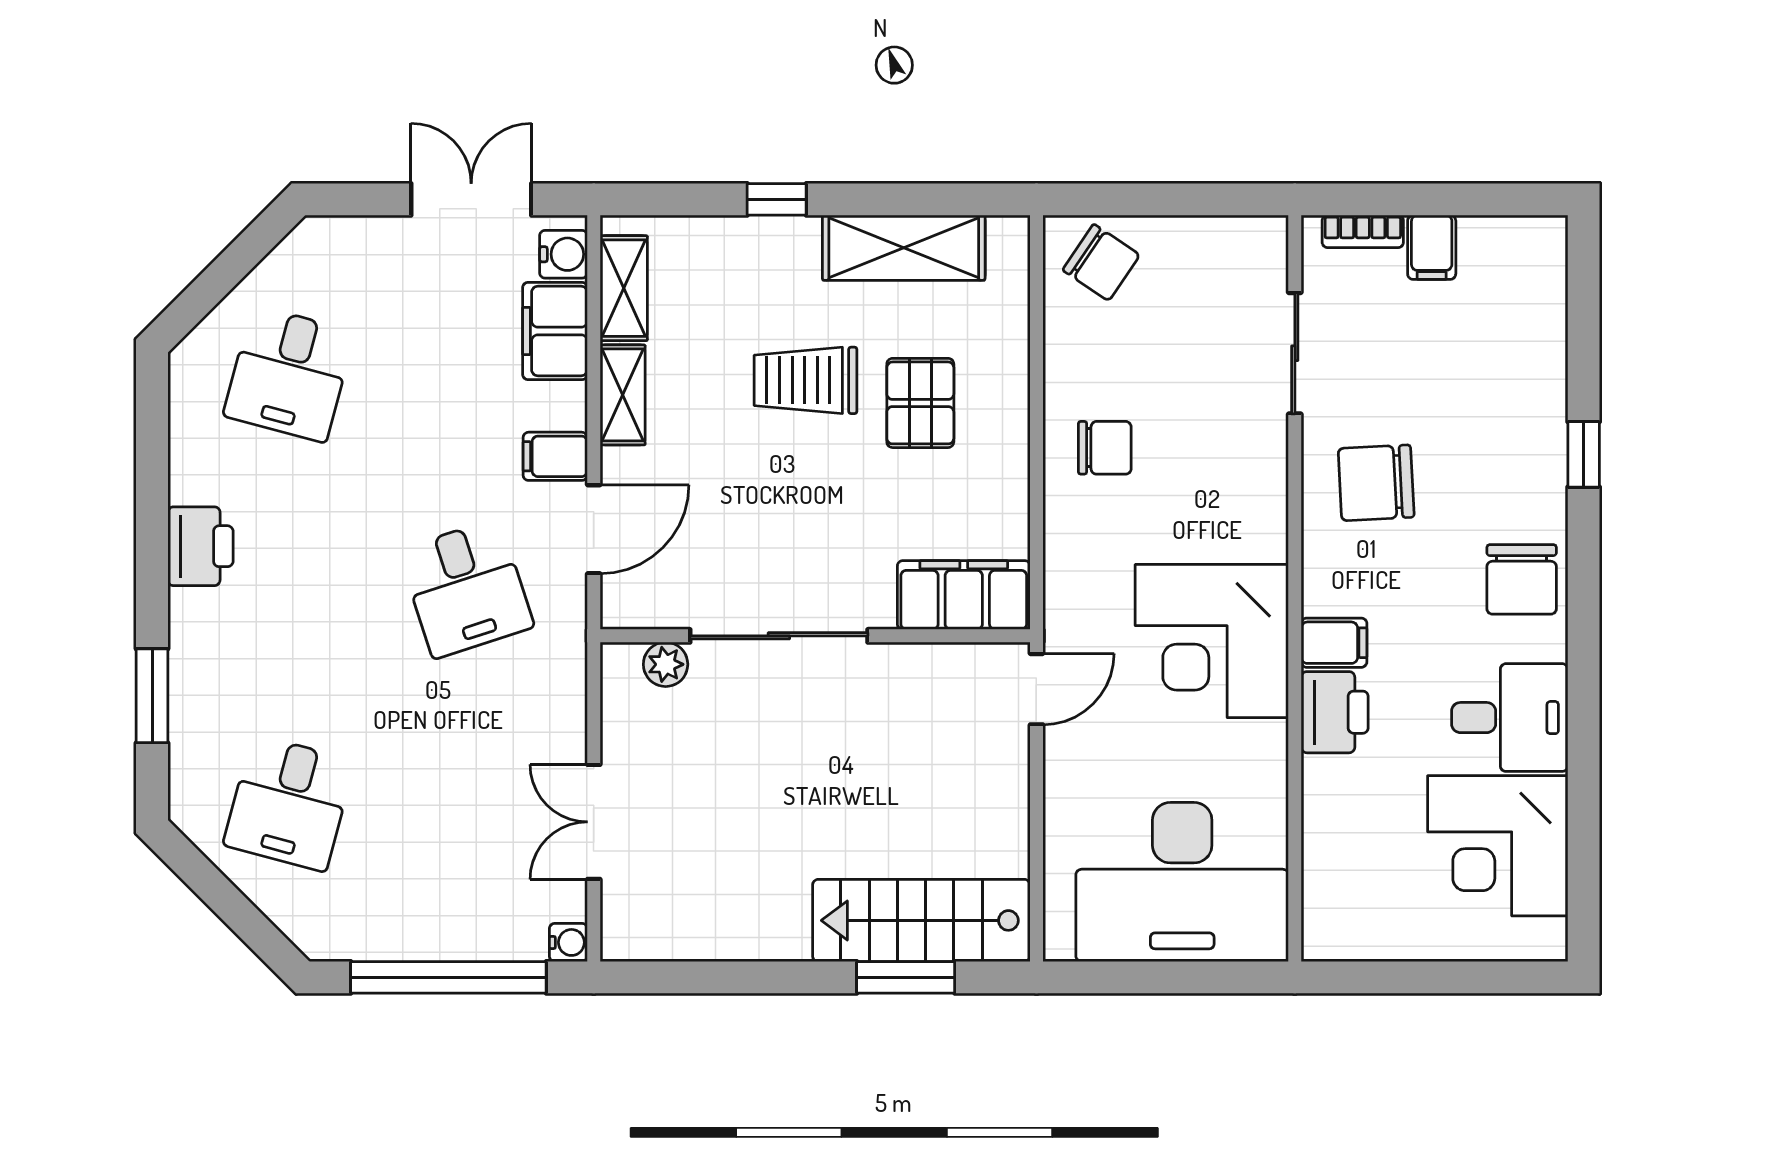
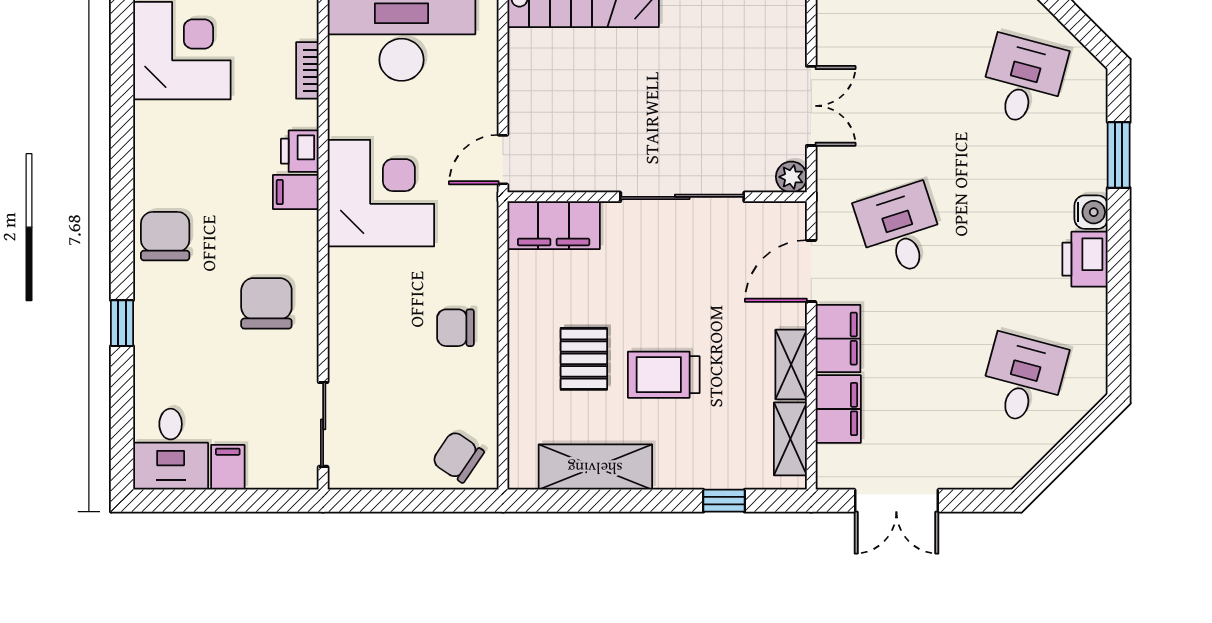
window: (777, 199) -> (724, 501), moved
bookcase: (1363, 231) -> (307, 70), moved, turned -90
water cooler: (564, 254) -> (1091, 212), moved, turned 180
sliding door: (1295, 353) -> (323, 424), moved
trolley: (806, 380) -> (664, 375), turned 180
filing cabinet: (555, 456) -> (838, 339), width x2.00
chair: (1376, 483) -> (266, 303), turned -87
plant: (666, 664) -> (791, 177), moved
printer: (1335, 712) -> (300, 151), width x0.73, depth x0.81
desk: (1510, 718) -> (171, 449), moved, turned -90
double door: (594, 822) -> (811, 106), moved

